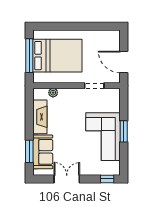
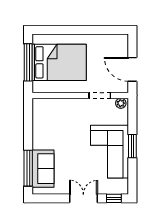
plant: (53, 93) -> (121, 103), moved
fireplace: (40, 117) -> (40, 130), removed
window: (29, 151) -> (28, 168), width x1.44
double door: (67, 179) -> (83, 198), moved

